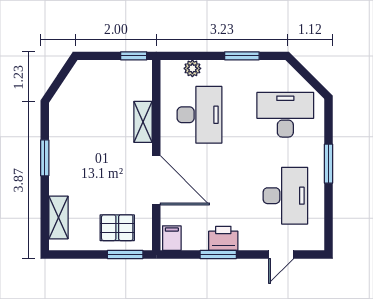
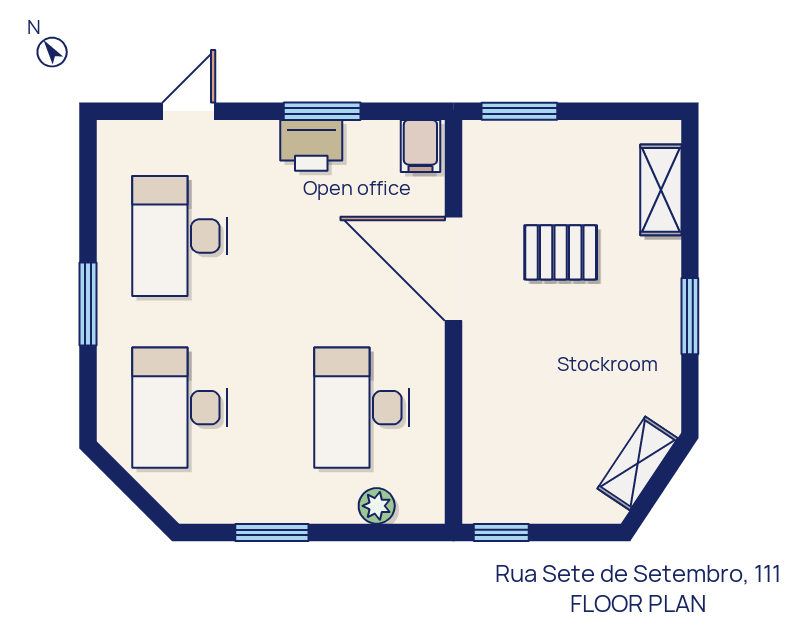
desk: (285, 115) -> (180, 408), turned 90
shelving: (143, 122) -> (638, 463), moved, turned 34
pallet: (117, 228) -> (561, 252), moved

